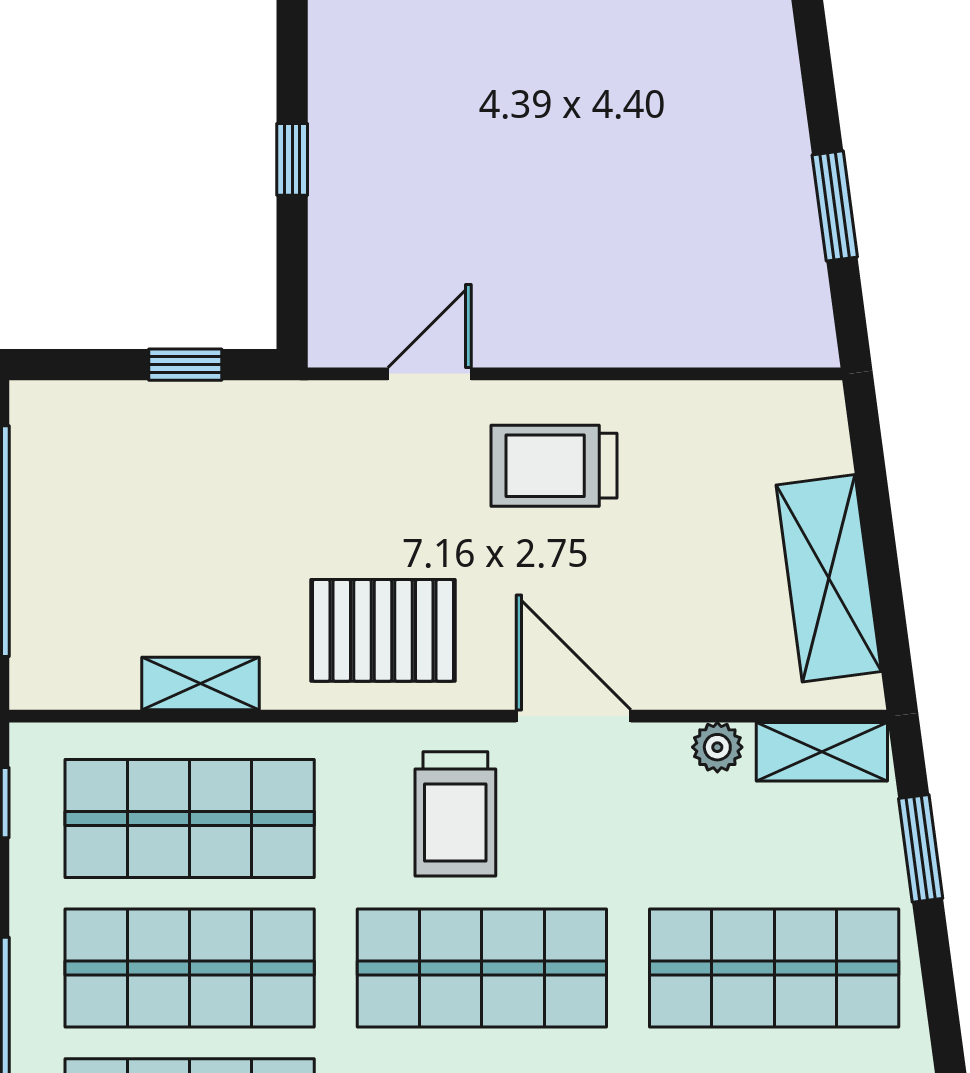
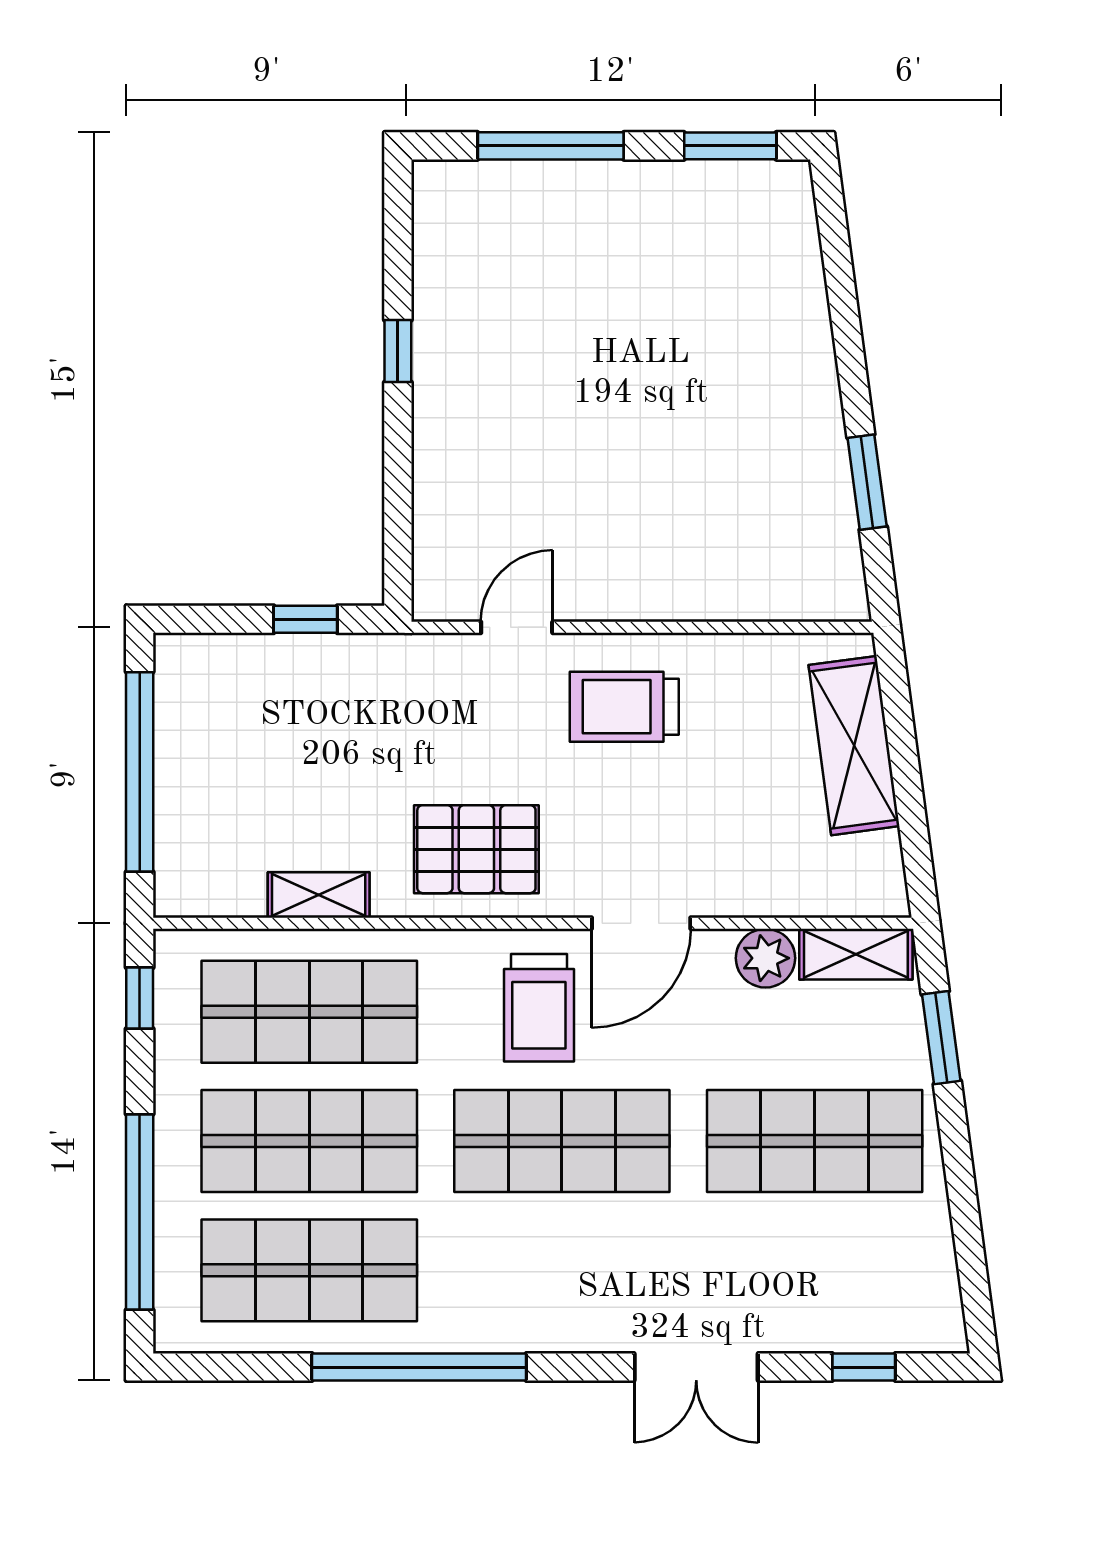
window: (292, 159) -> (398, 351), moved
shelving: (829, 578) -> (854, 746), moved
door: (573, 716) -> (641, 923), swing flipped
plant: (717, 747) -> (765, 958), width x1.38, depth x1.38

